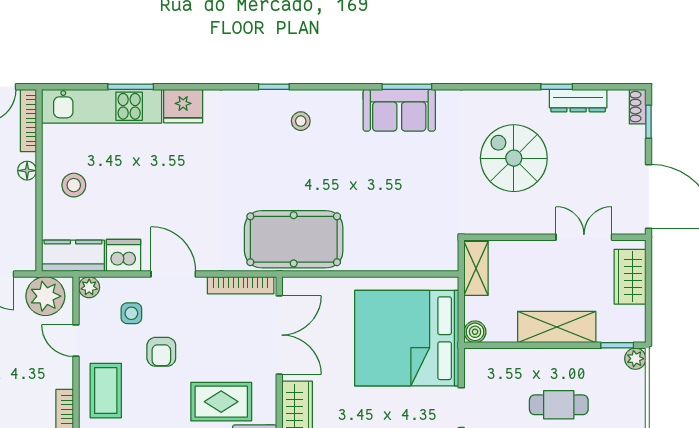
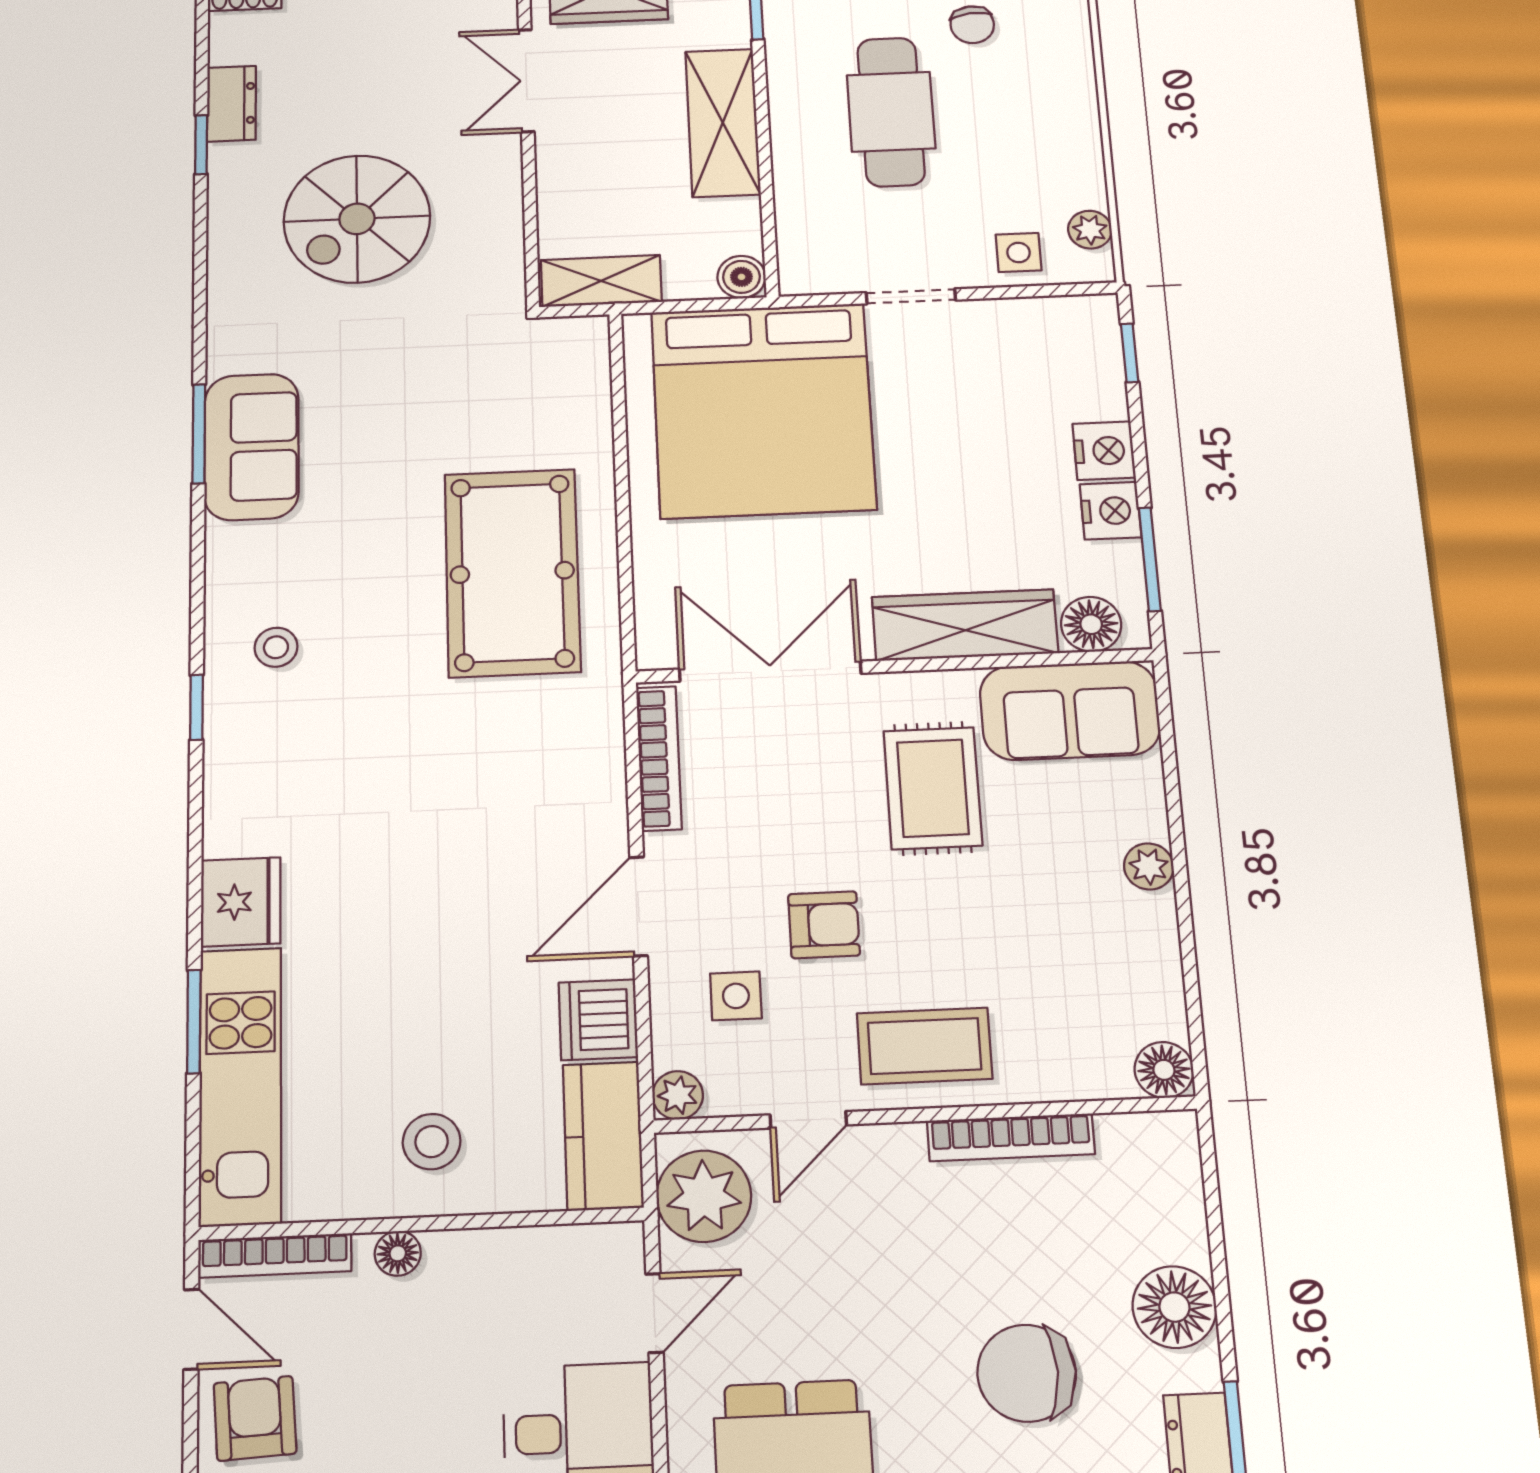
dresser: (578, 101) -> (232, 104), width x0.70
pool table: (294, 239) -> (512, 572), moved
cafe table: (559, 405) -> (891, 112), width x1.37, depth x1.35

